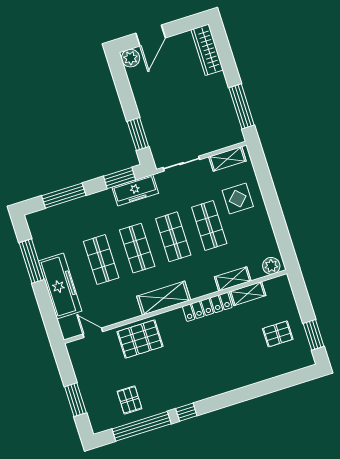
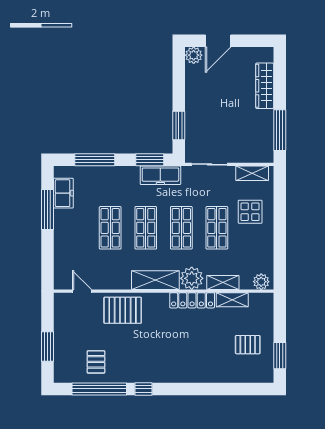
wardrobe: (207, 50) -> (265, 86), moved
plant: (200, 285) -> (192, 278), added
freezer: (60, 286) -> (63, 193), moved, width x0.52, depth x0.79

